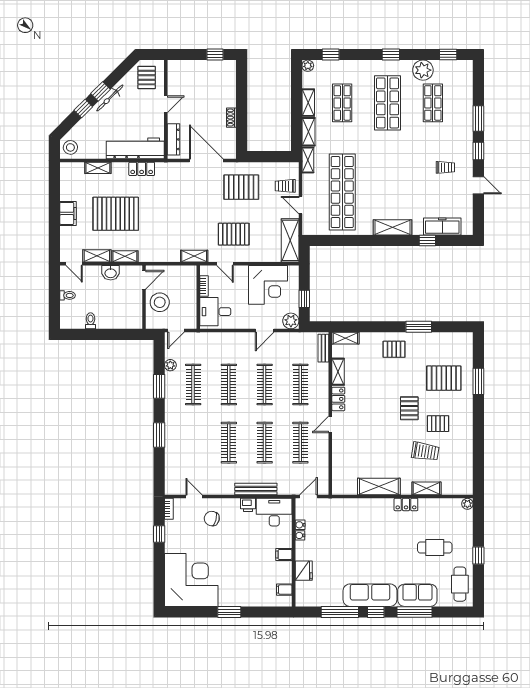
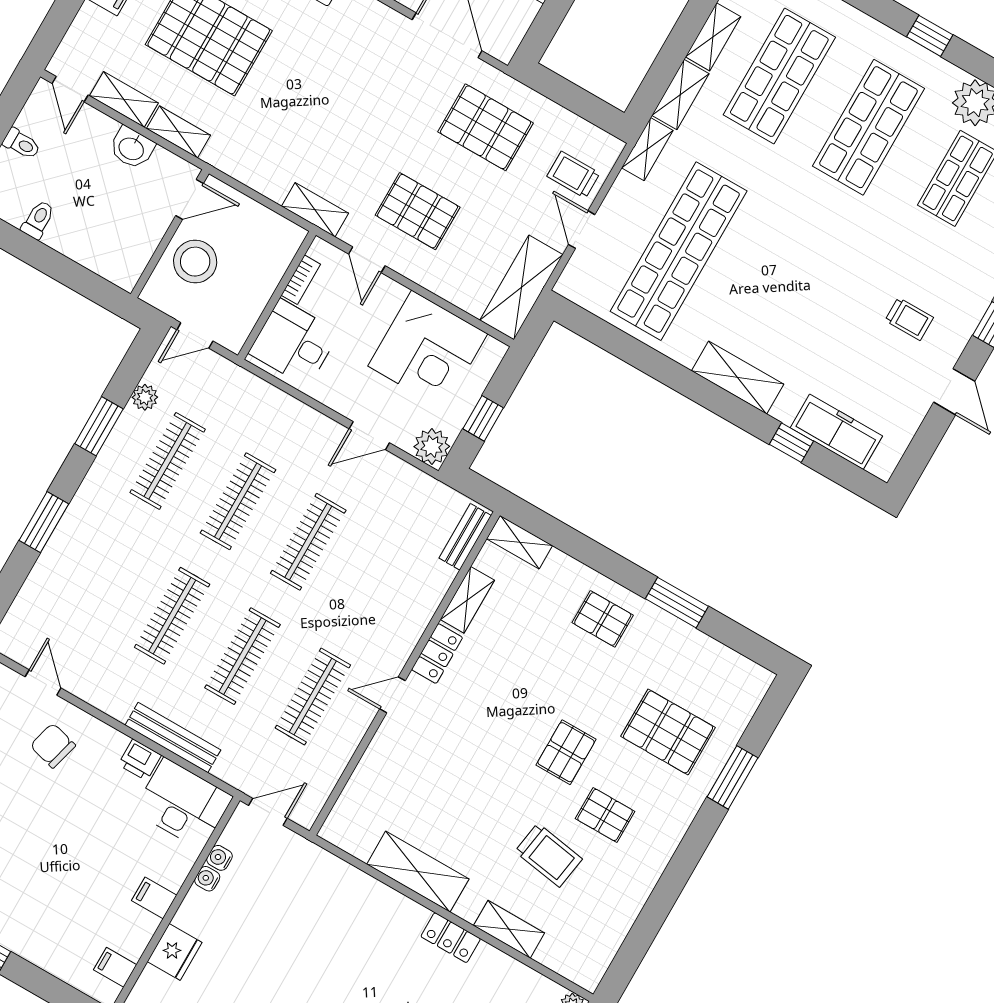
shop shelf: (342, 103) -> (779, 76), width x1.43, depth x1.36
clothes rail: (300, 384) -> (379, 582), removed

